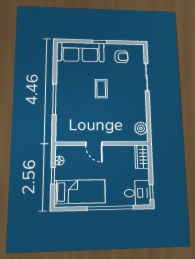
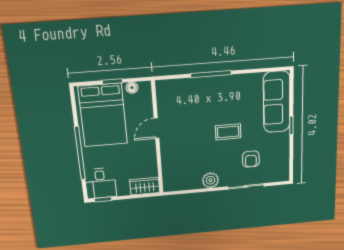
armchair: (121, 57) -> (251, 159), moved
plant: (141, 128) -> (210, 180), moved
bed: (80, 192) -> (103, 115), width x1.50

